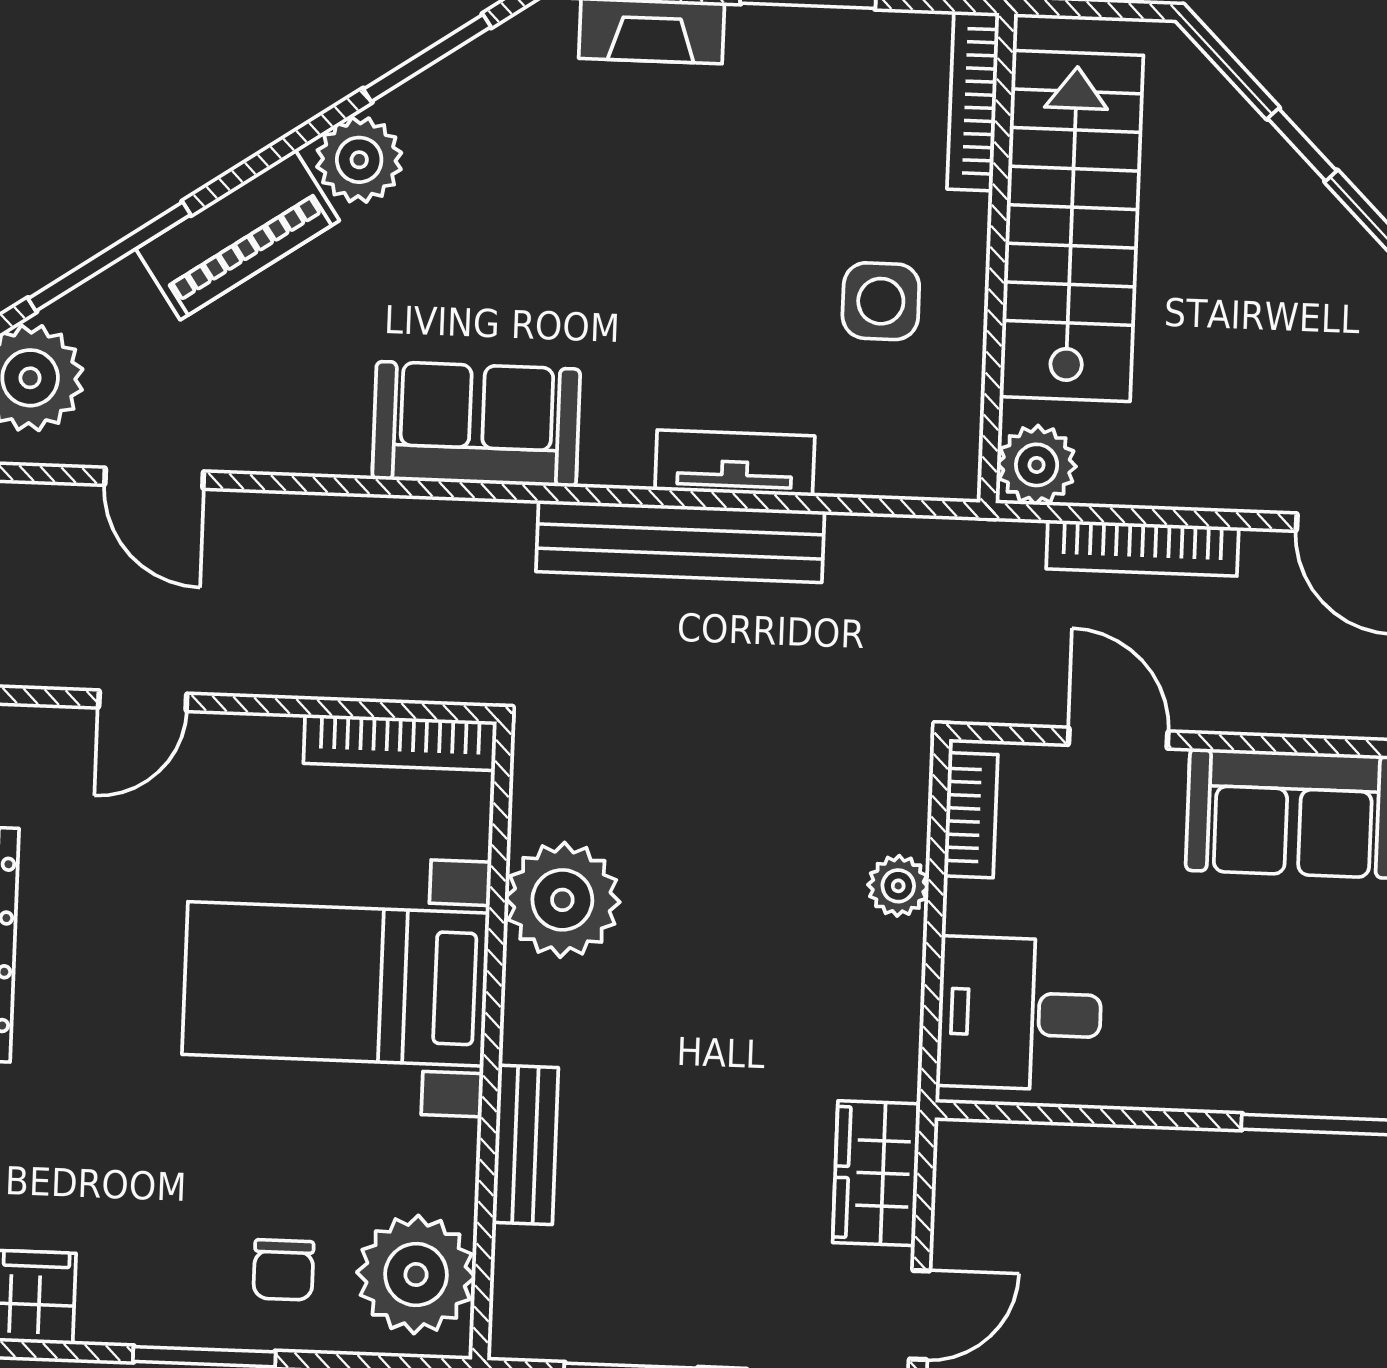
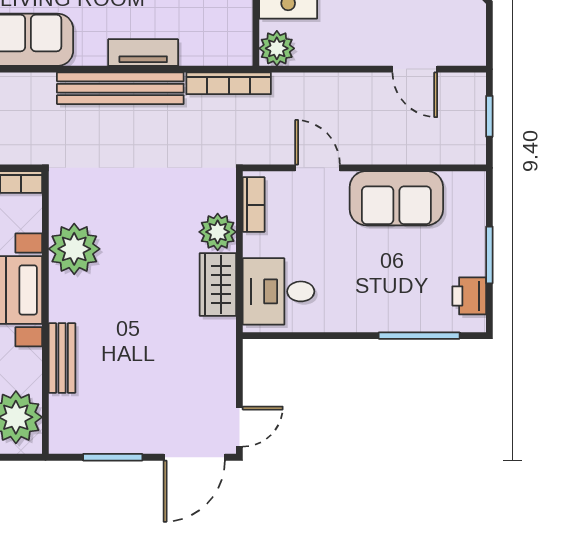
bookcase: (1142, 548) -> (229, 83), moved
plant: (898, 886) -> (218, 232), width x1.38, depth x1.38
wardrobe: (876, 1173) -> (218, 285), moved

